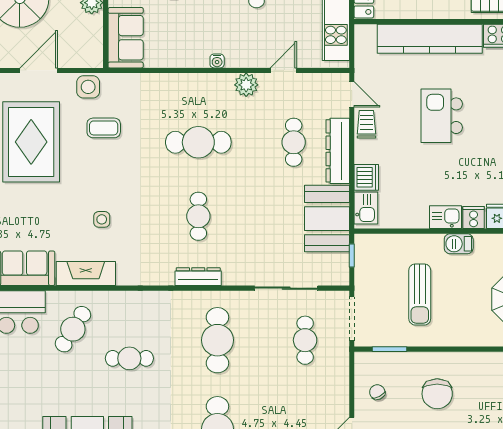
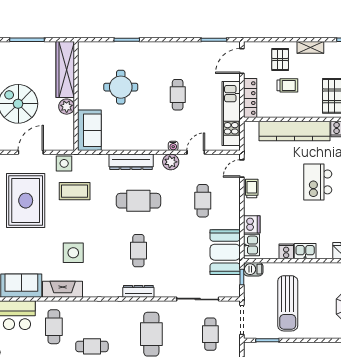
water cooler: (217, 61) -> (173, 146), moved
door: (352, 94) -> (242, 168), swing flipped
kitchen island: (442, 116) -> (318, 182), moved
coffee table: (104, 128) -> (75, 191), width x1.36, depth x1.30
dresser: (338, 151) -> (131, 162), moved, turned -90
cooker: (474, 218) -> (286, 251), moved
side table: (102, 219) -> (73, 253), width x1.87, depth x1.87
barbecue: (459, 244) -> (253, 269), moved
sun lounger: (420, 294) -> (288, 303), width x1.36, depth x1.34
cafe table: (73, 329) -> (54, 327), turned -32

